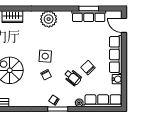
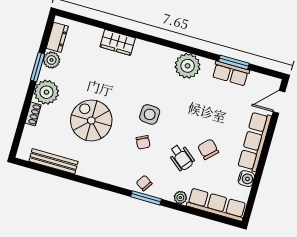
row of seats: (89, 16) -> (231, 74), width x0.68
plant: (49, 19) -> (188, 66), moved
door: (124, 25) -> (279, 102), hinge flipped

